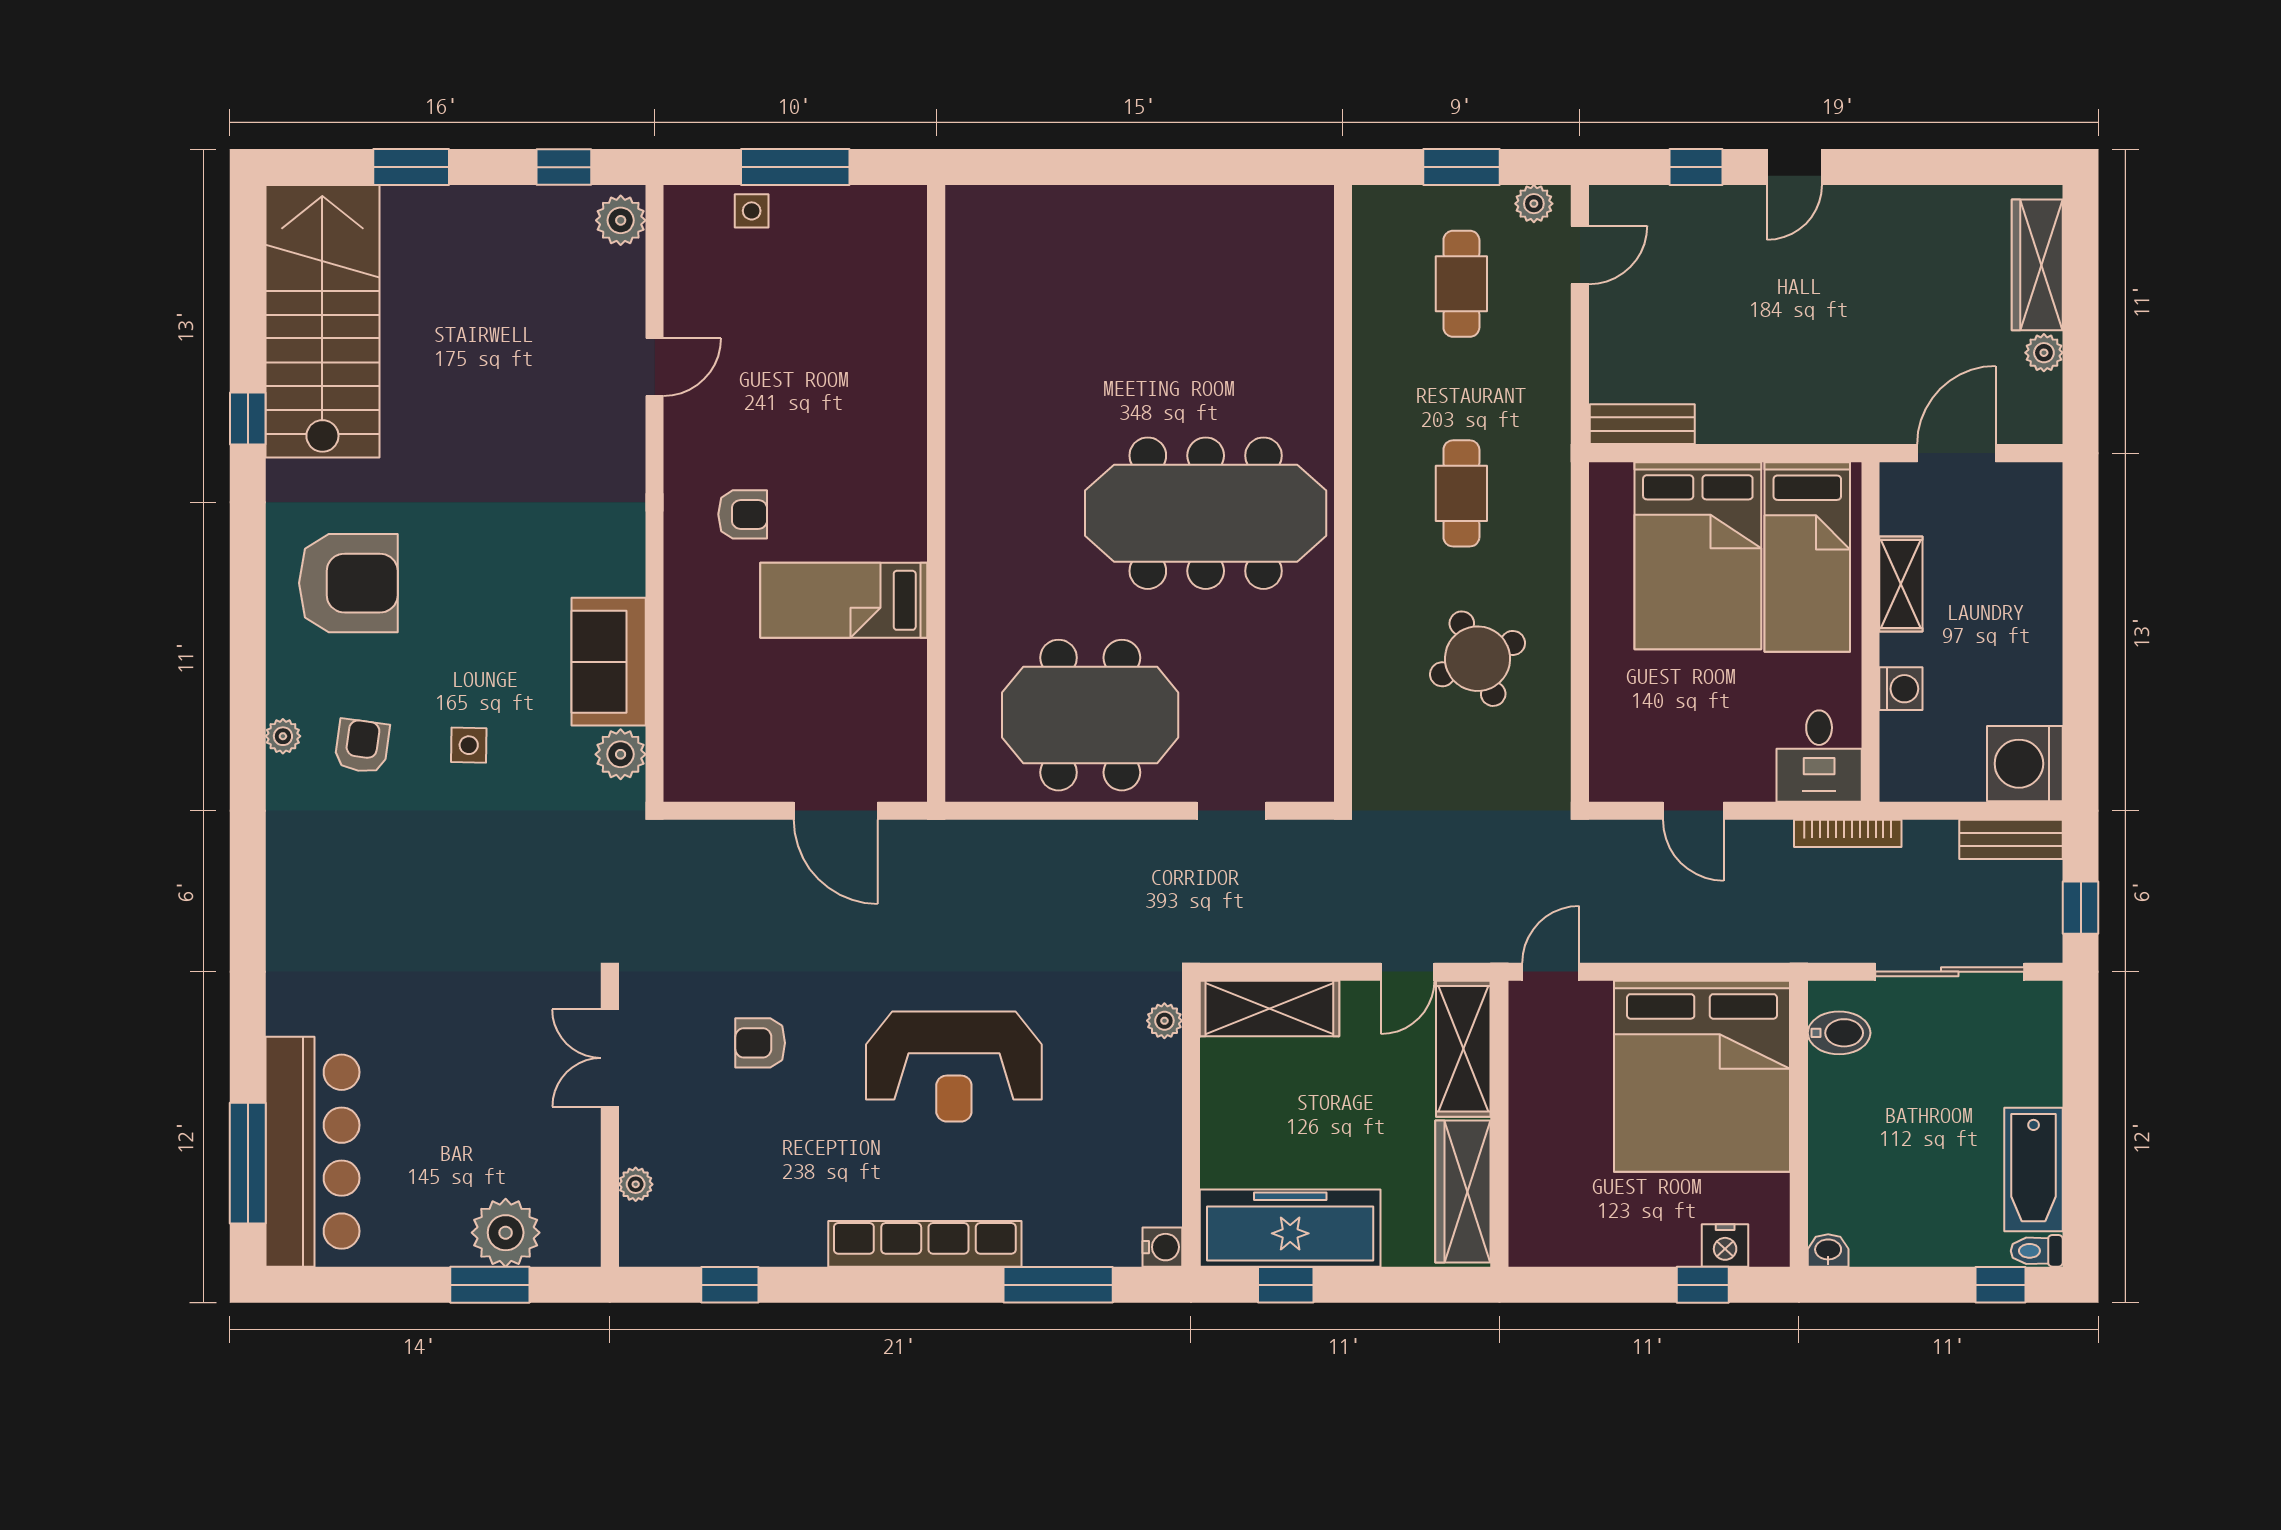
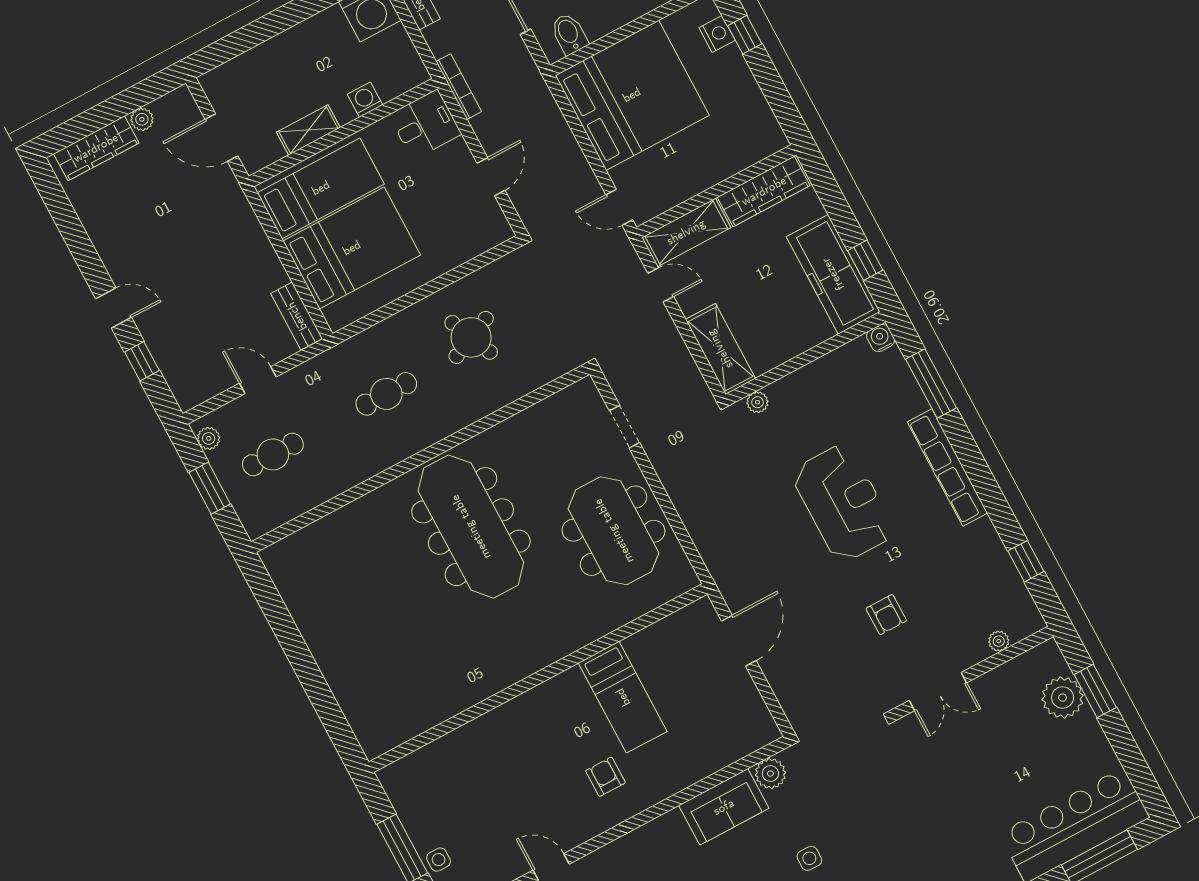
door: (1580, 255) -> (258, 380), moved

